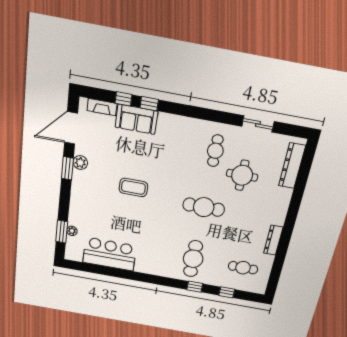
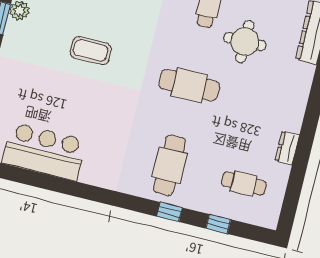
dresser: (273, 240) -> (287, 148), width x0.70

